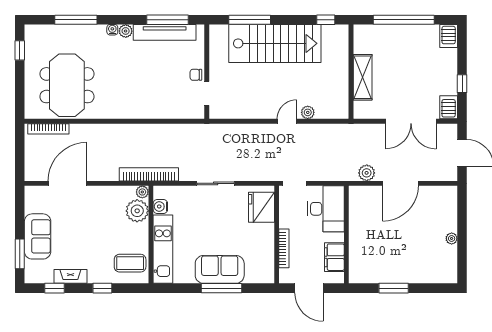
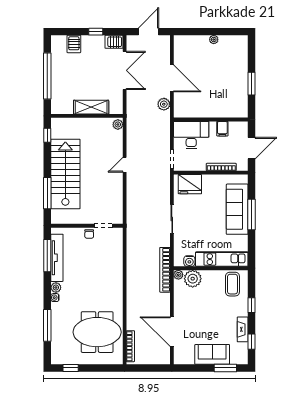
server rack: (449, 36) -> (74, 44), moved, turned 90
plant: (308, 112) -> (118, 124), moved
door: (287, 121) -> (125, 165), hinge flipped
filing cabinet: (334, 257) -> (222, 129), width x0.50
sofa: (220, 269) -> (237, 209), width x1.36

